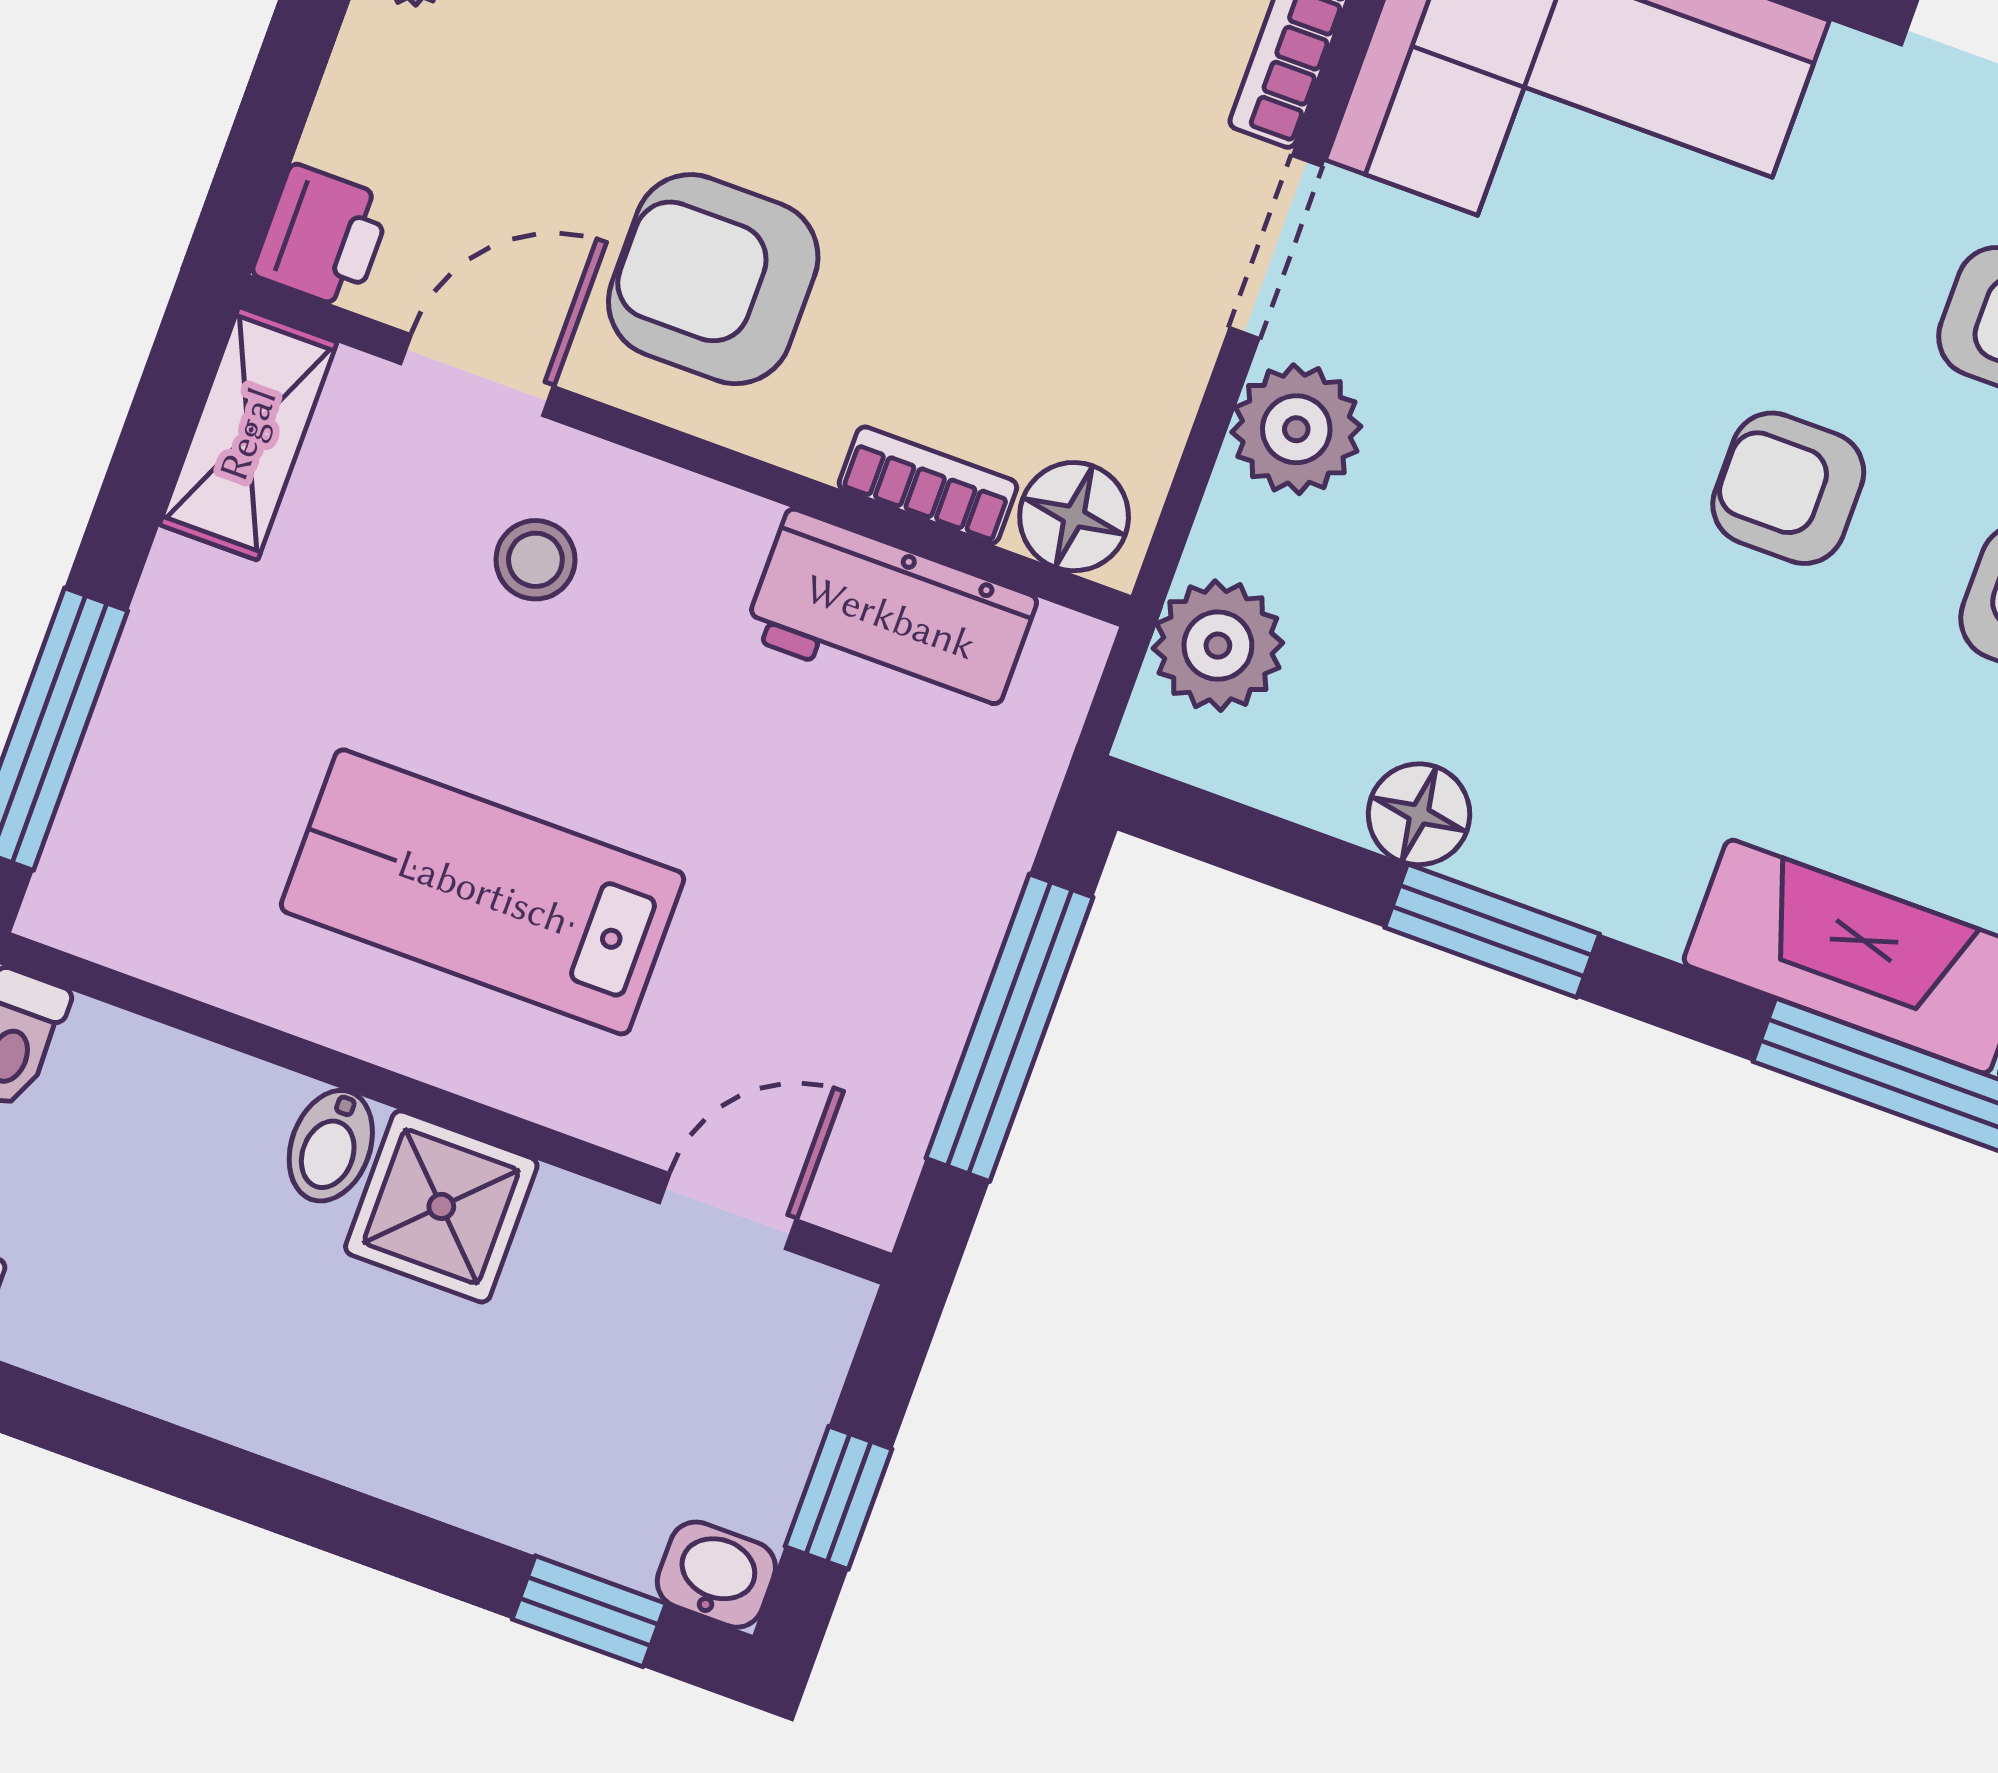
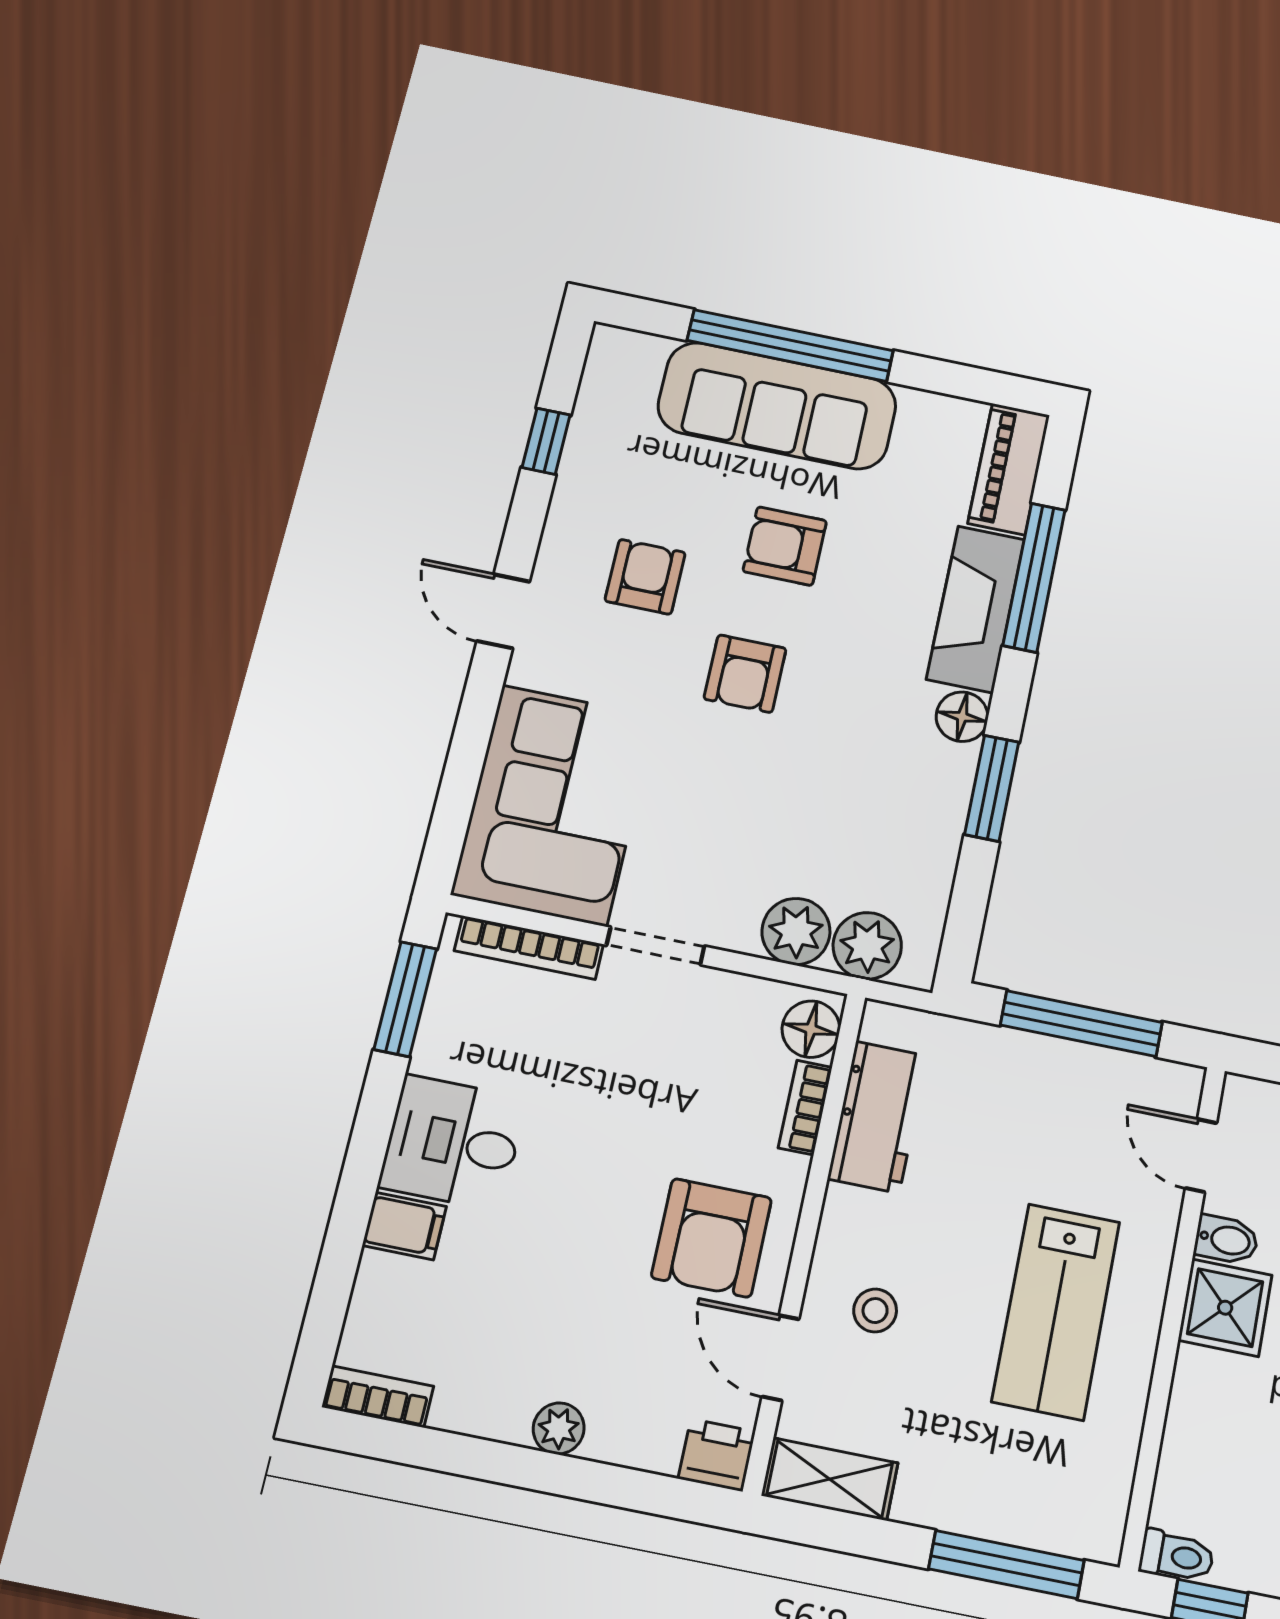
plant: (1296, 429) -> (796, 931), moved
floor lamp: (1419, 814) -> (962, 717), moved
bidet: (331, 1146) -> (1226, 1240), moved

